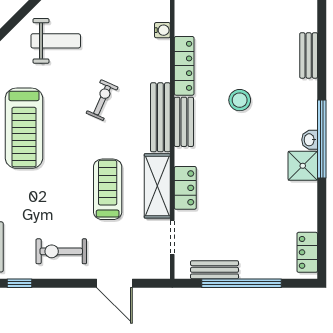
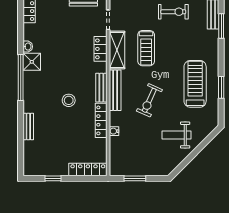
water cooler: (162, 30) -> (114, 131), moved
exercise bike: (102, 100) -> (149, 100), width x1.38, depth x1.39
washbasin: (310, 140) -> (28, 47), moved

